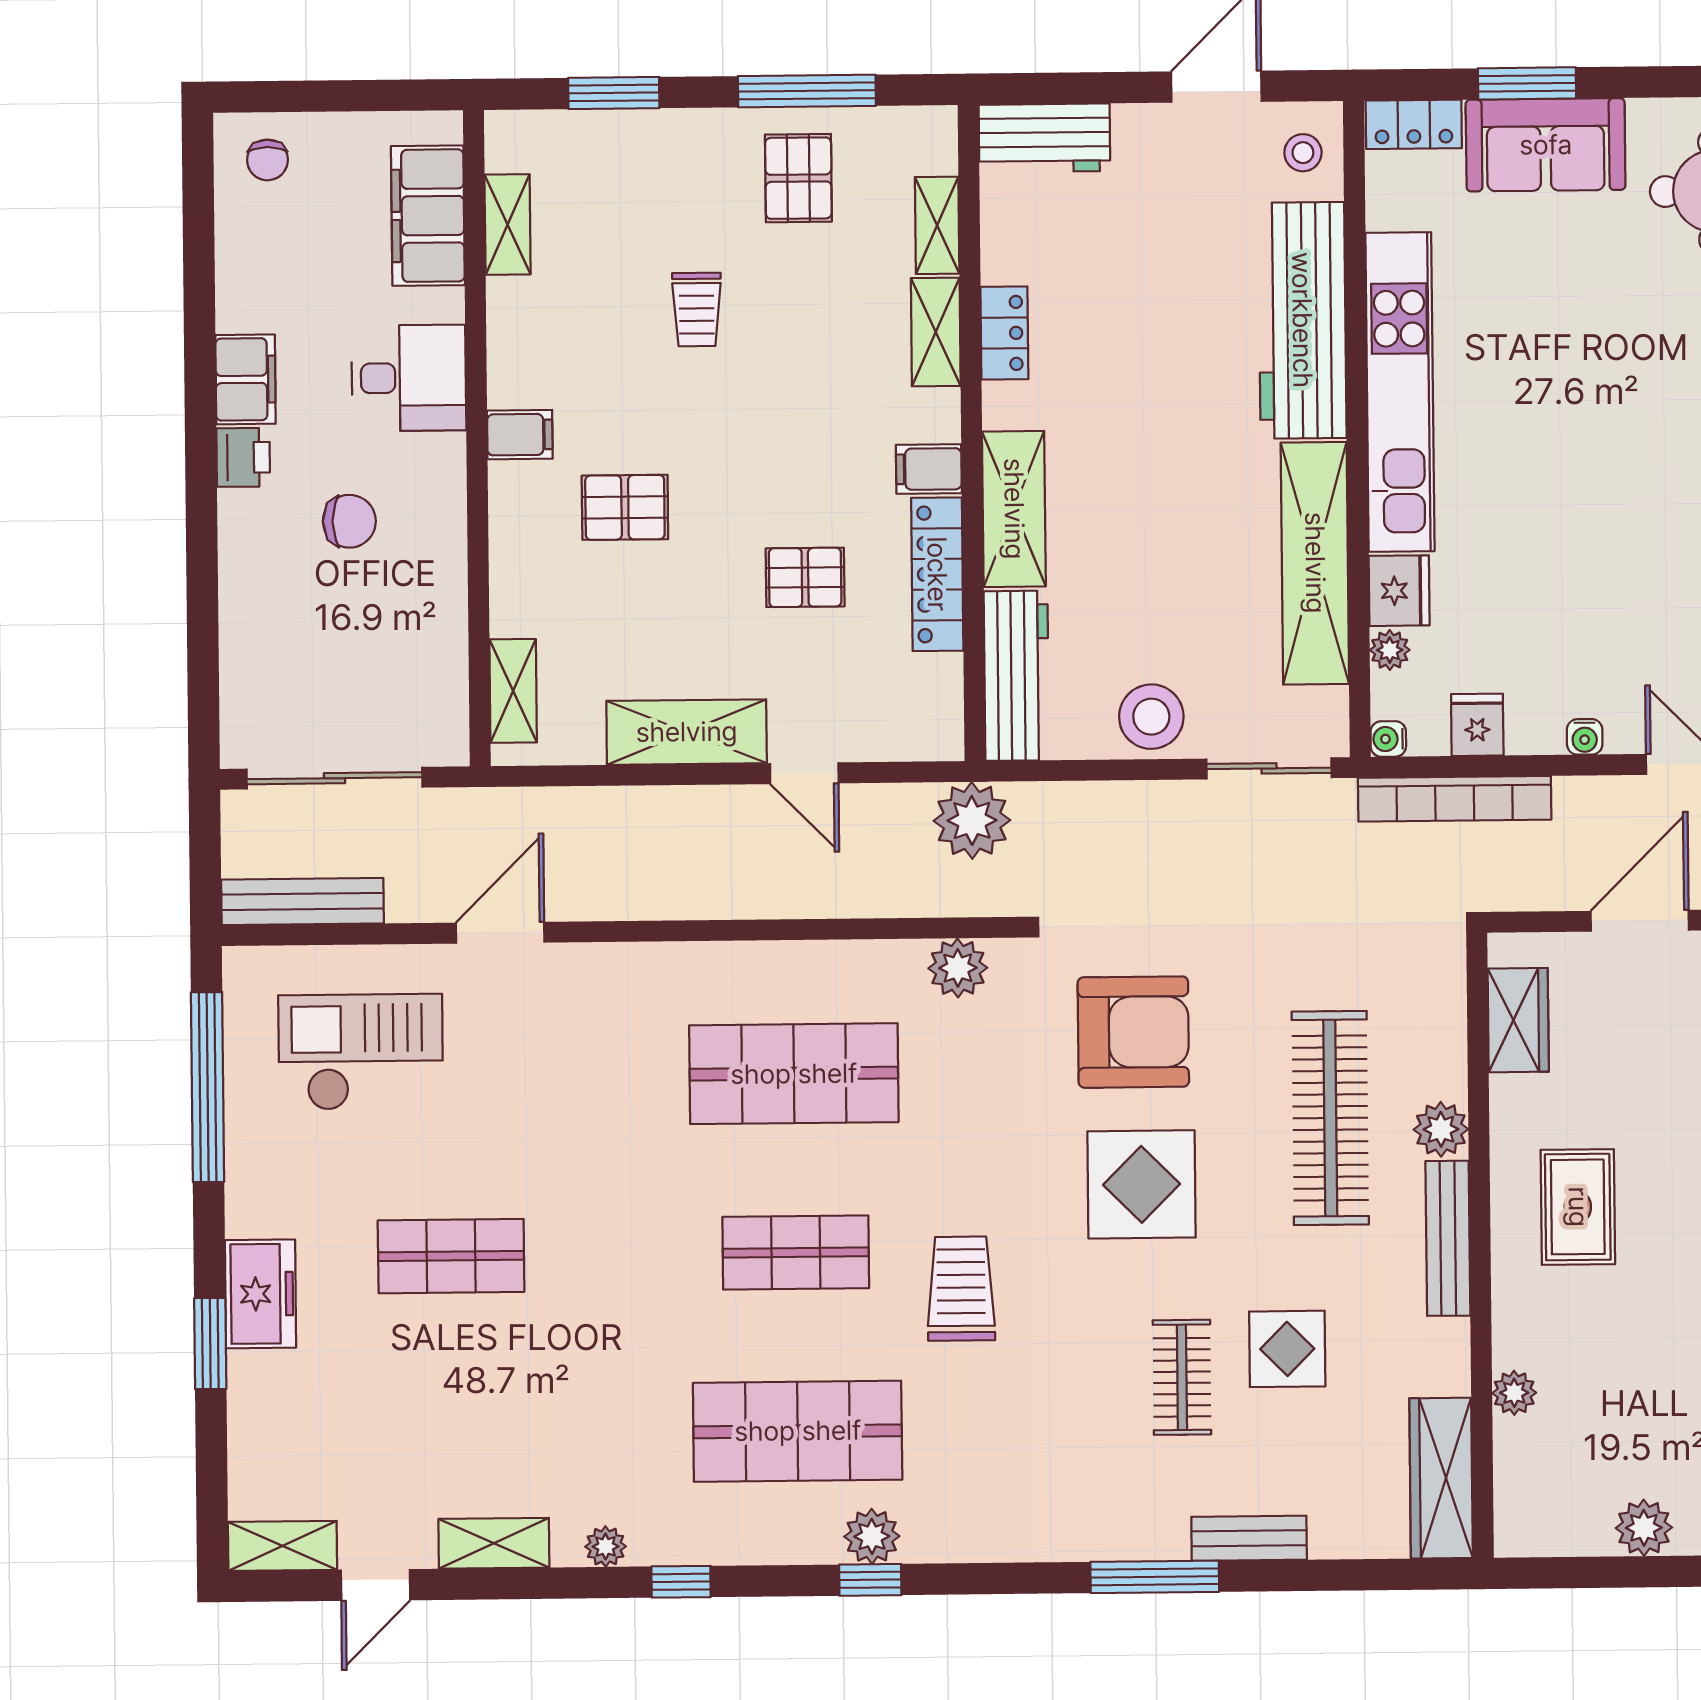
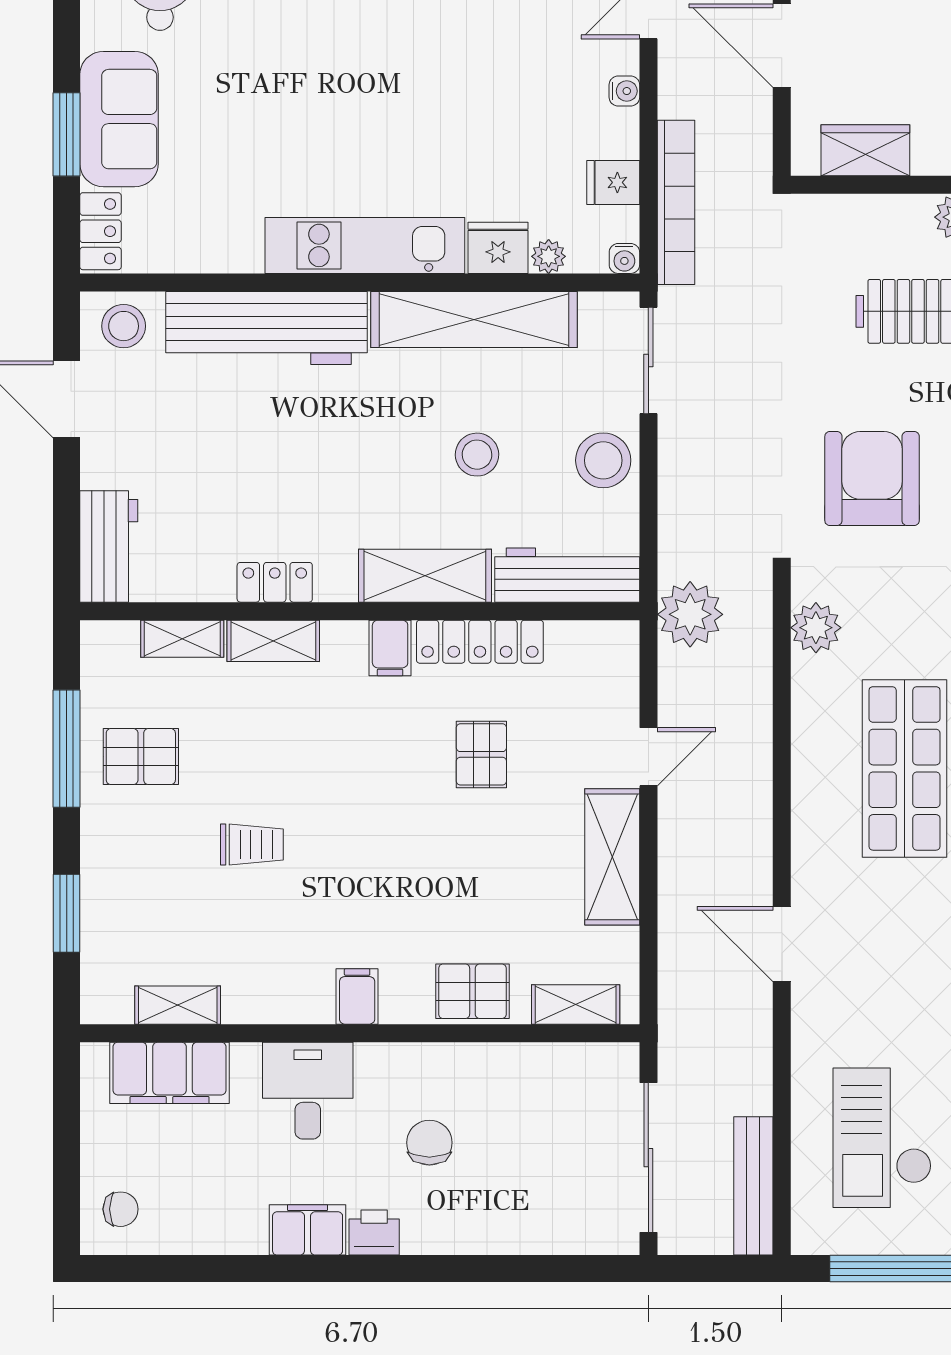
stool: (1303, 153) -> (124, 326), width x1.37, depth x1.37
kitchen unit: (1400, 392) -> (365, 245), width x0.73
pallet: (625, 507) -> (472, 991), moved, turned 90
stool: (1157, 569) -> (477, 455), added
door: (500, 933) -> (782, 944), moved

